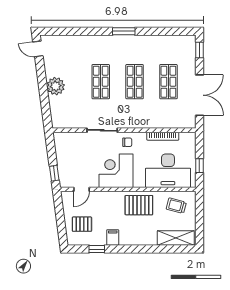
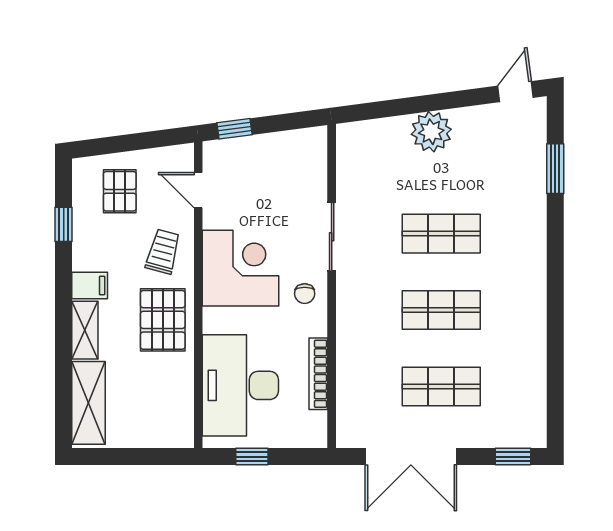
window: (124, 31) -> (555, 169), moved
trolley: (176, 206) -> (163, 252), moved
filing cabinet: (113, 237) -> (90, 286), moved
shelving: (143, 240) -> (85, 330), added

